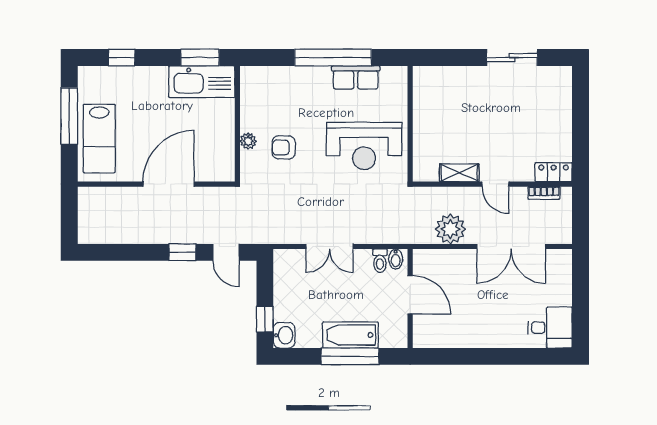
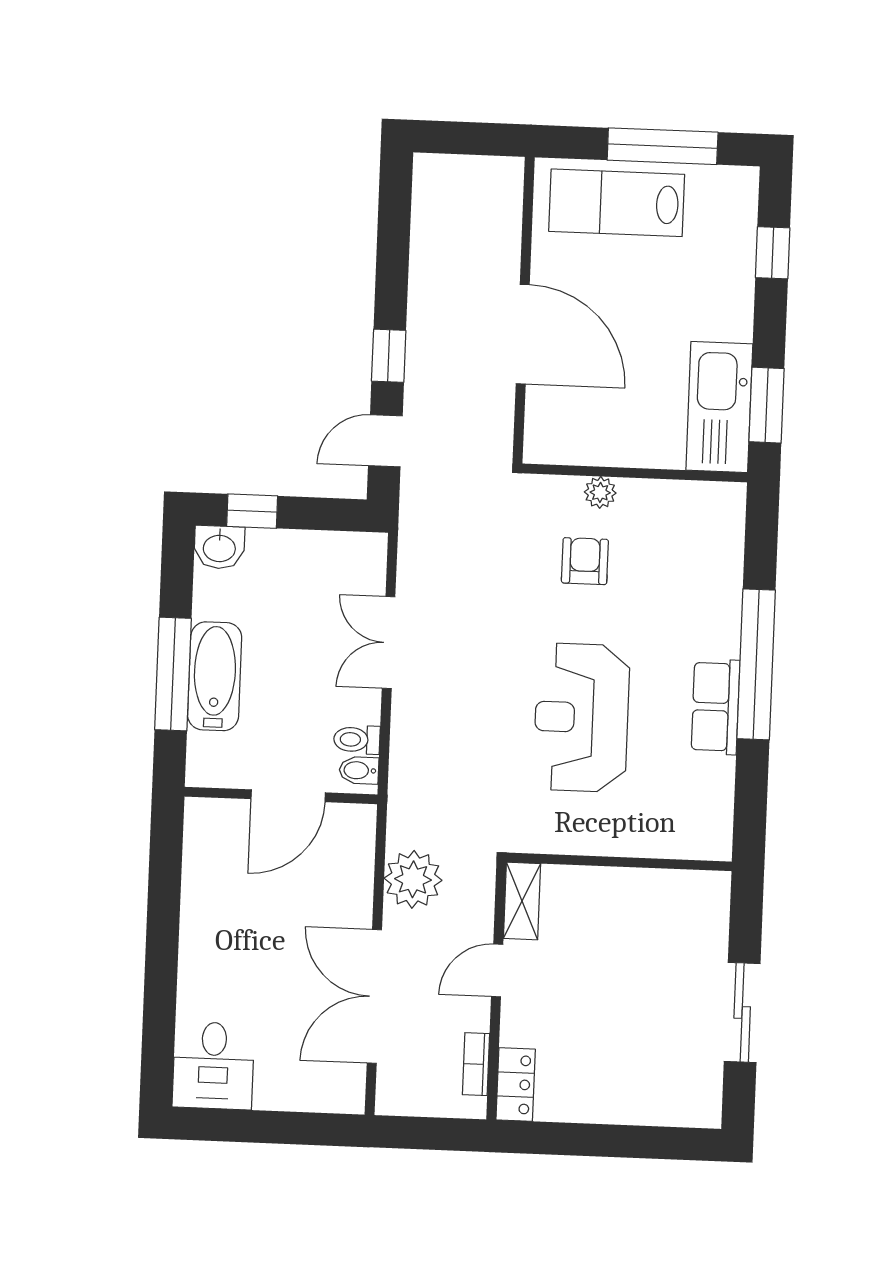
wall: (410, 124) -> (619, 862), moved

